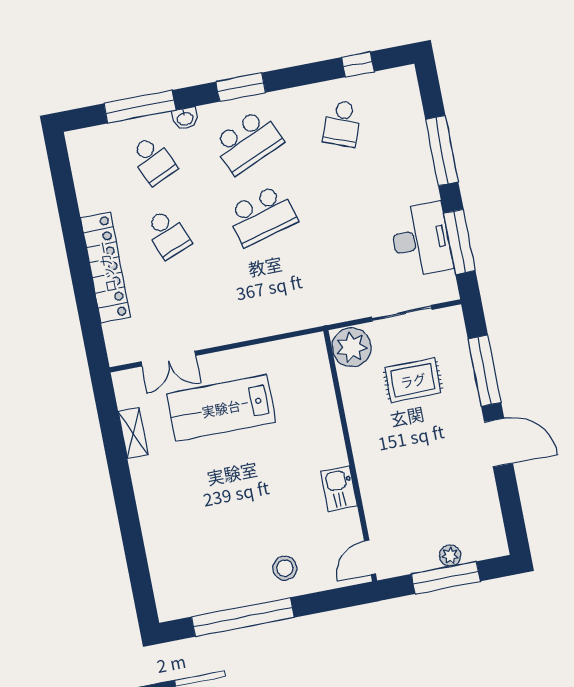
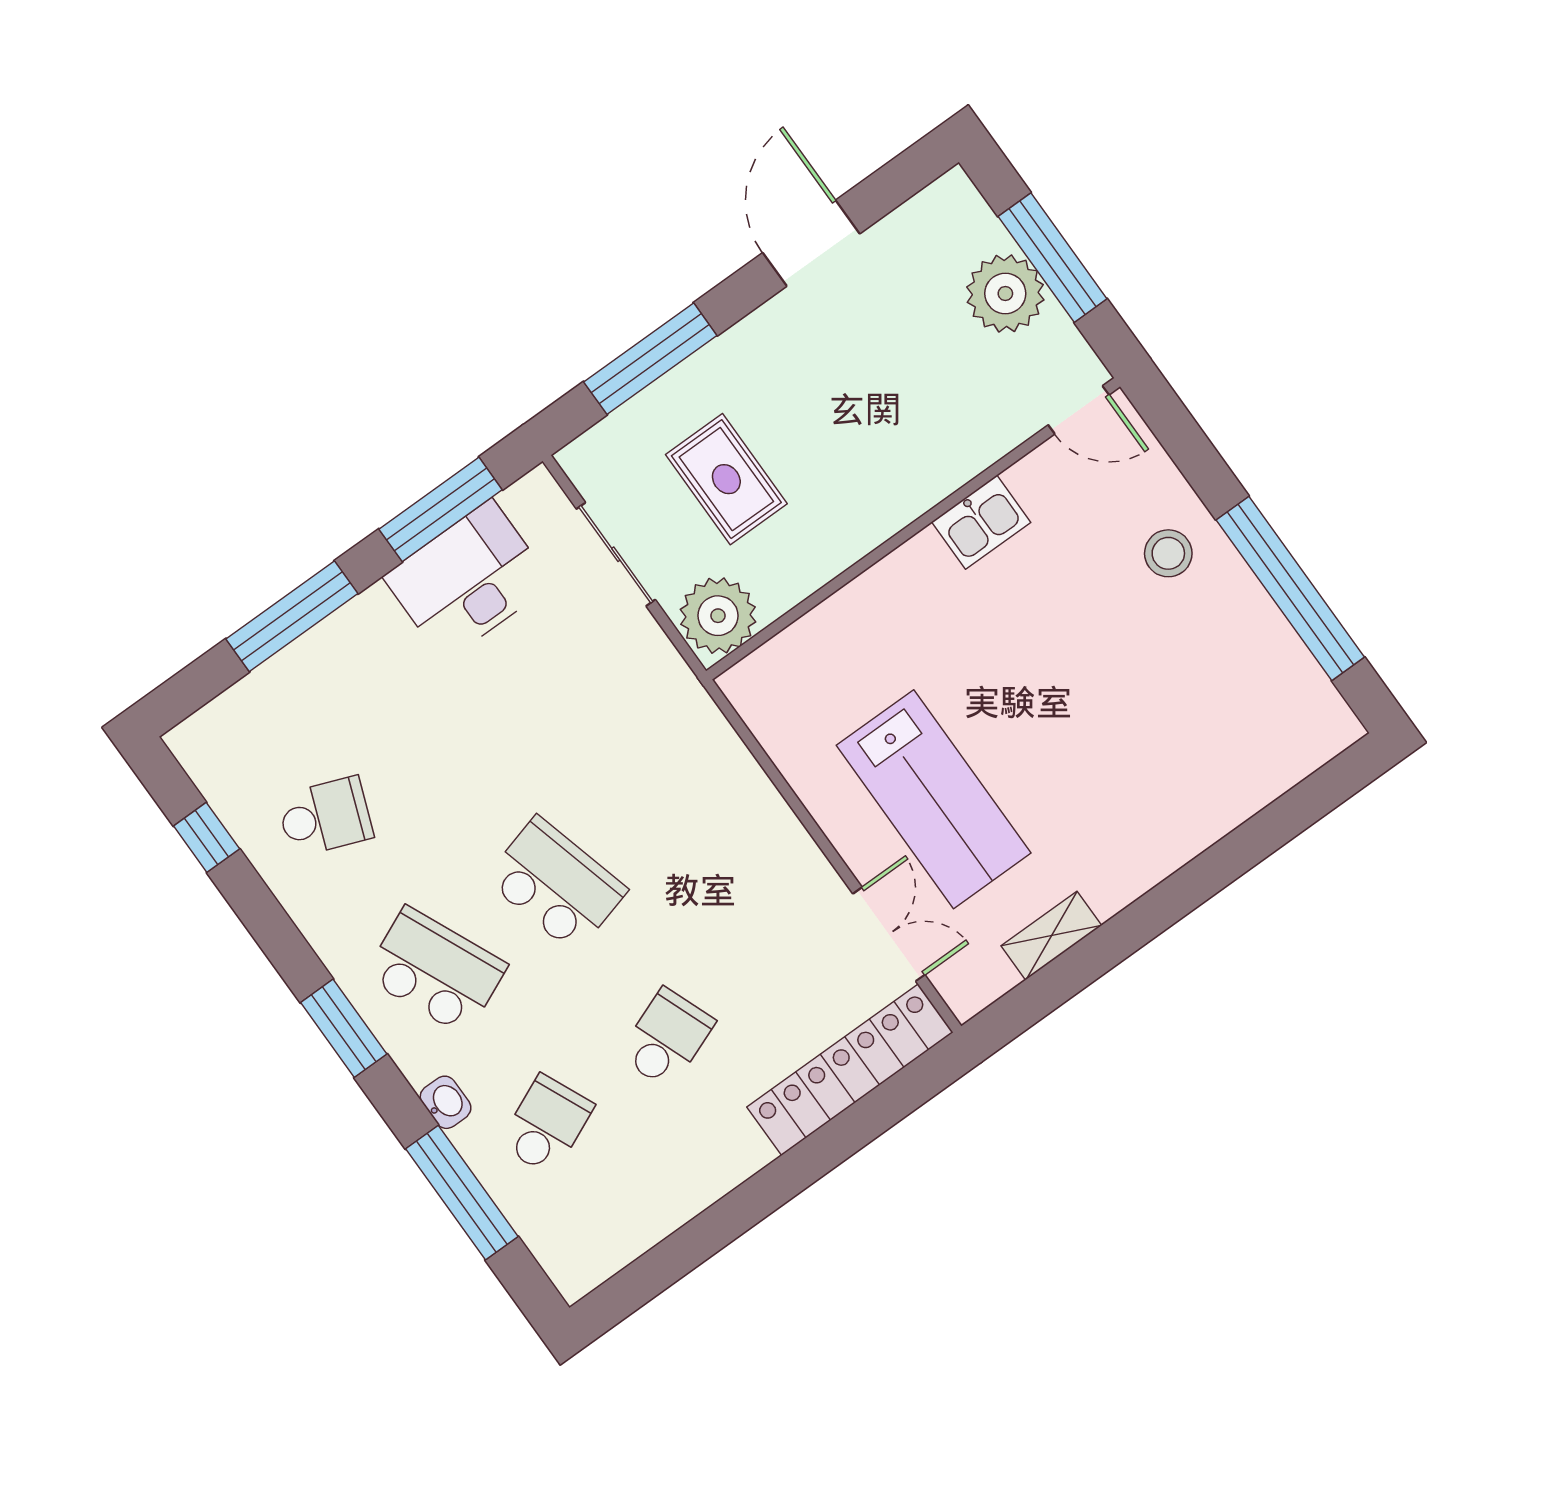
locker: (106, 267) -> (850, 1070), moved
door: (499, 443) -> (811, 243), moved
plant: (450, 556) -> (1005, 294), width x1.88, depth x1.88

